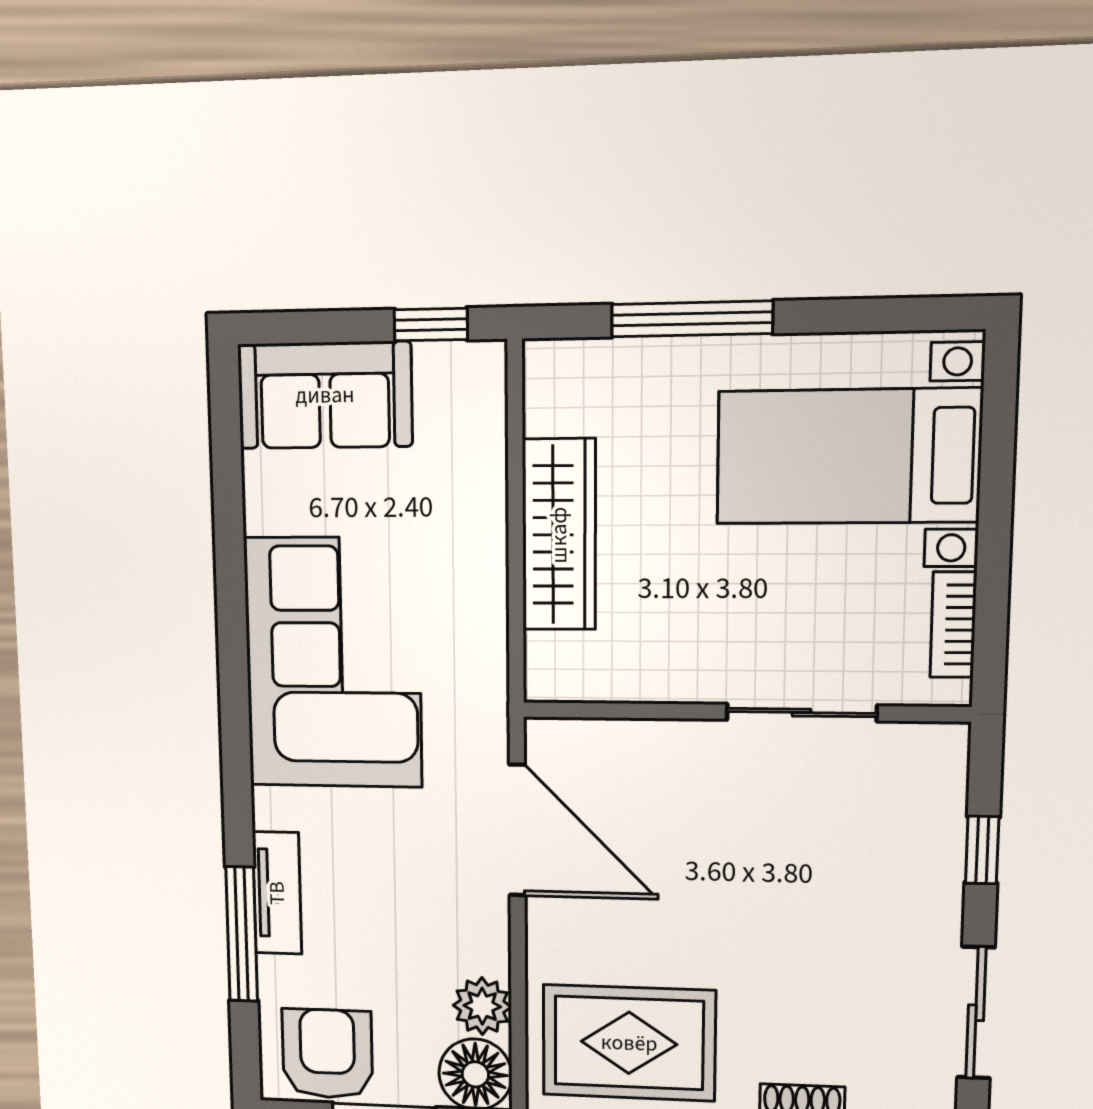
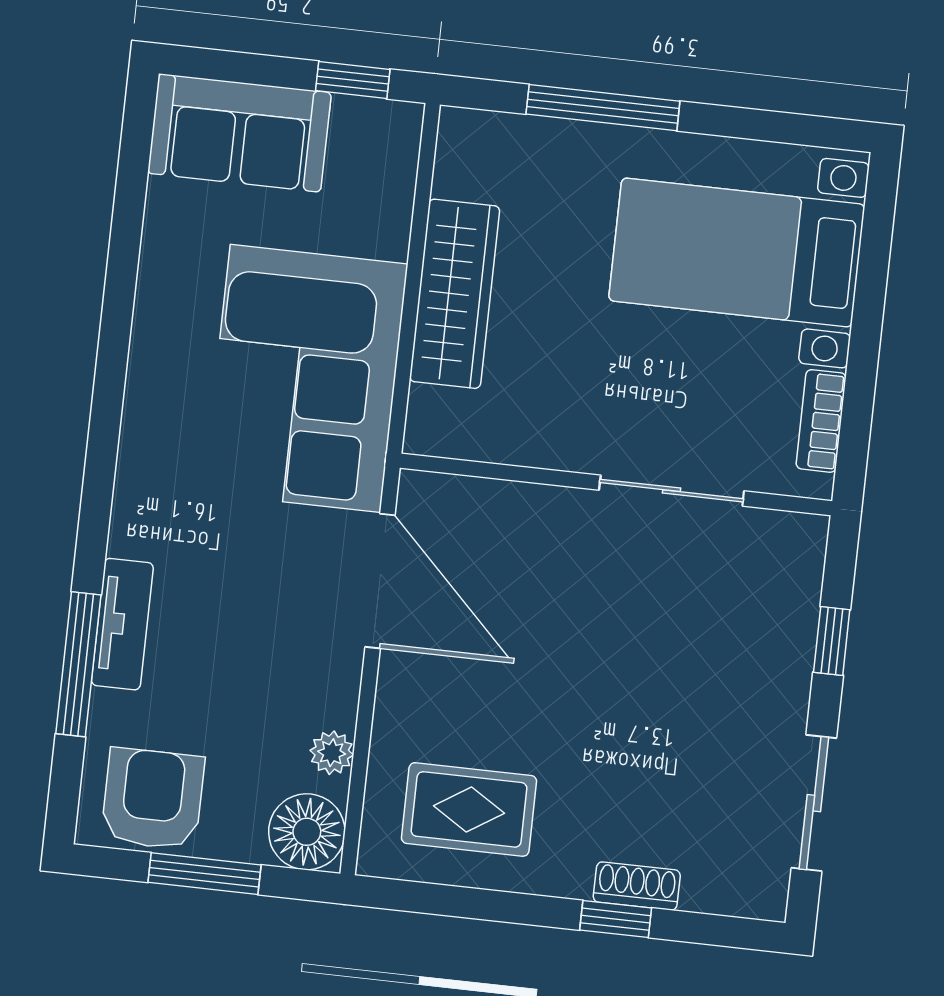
corner sofa: (333, 663) -> (305, 378), moved, turned 180
plant: (482, 1006) -> (332, 753), width x0.73, depth x0.73
rug: (629, 1043) -> (469, 809), width x0.73, depth x0.70

